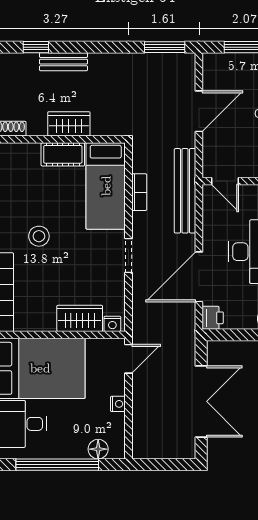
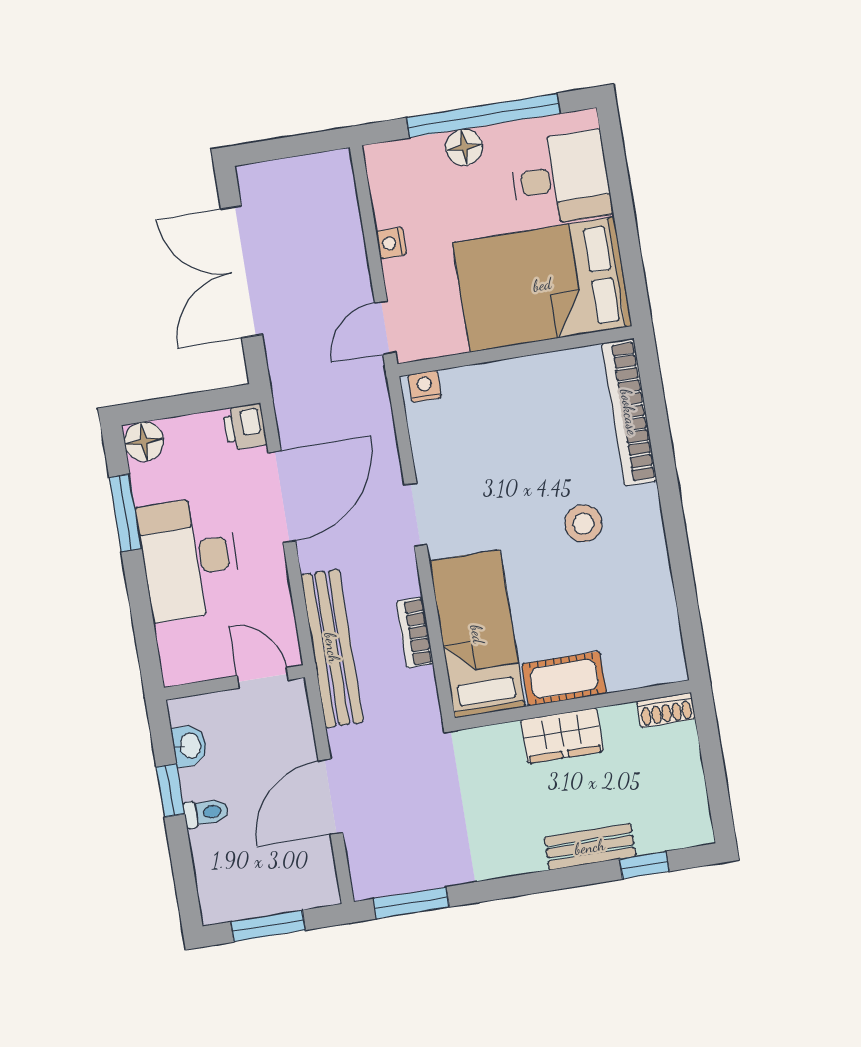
wardrobe: (80, 318) -> (485, 387), removed
floor lamp: (98, 449) -> (464, 147), moved

